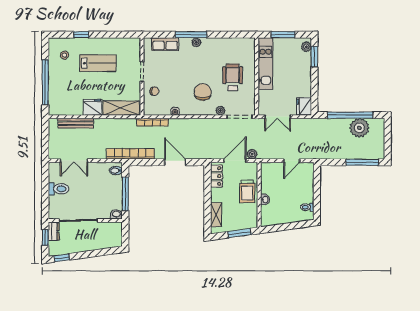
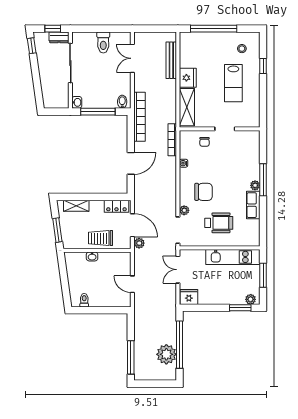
row of seats: (165, 44) -> (253, 205), moved

